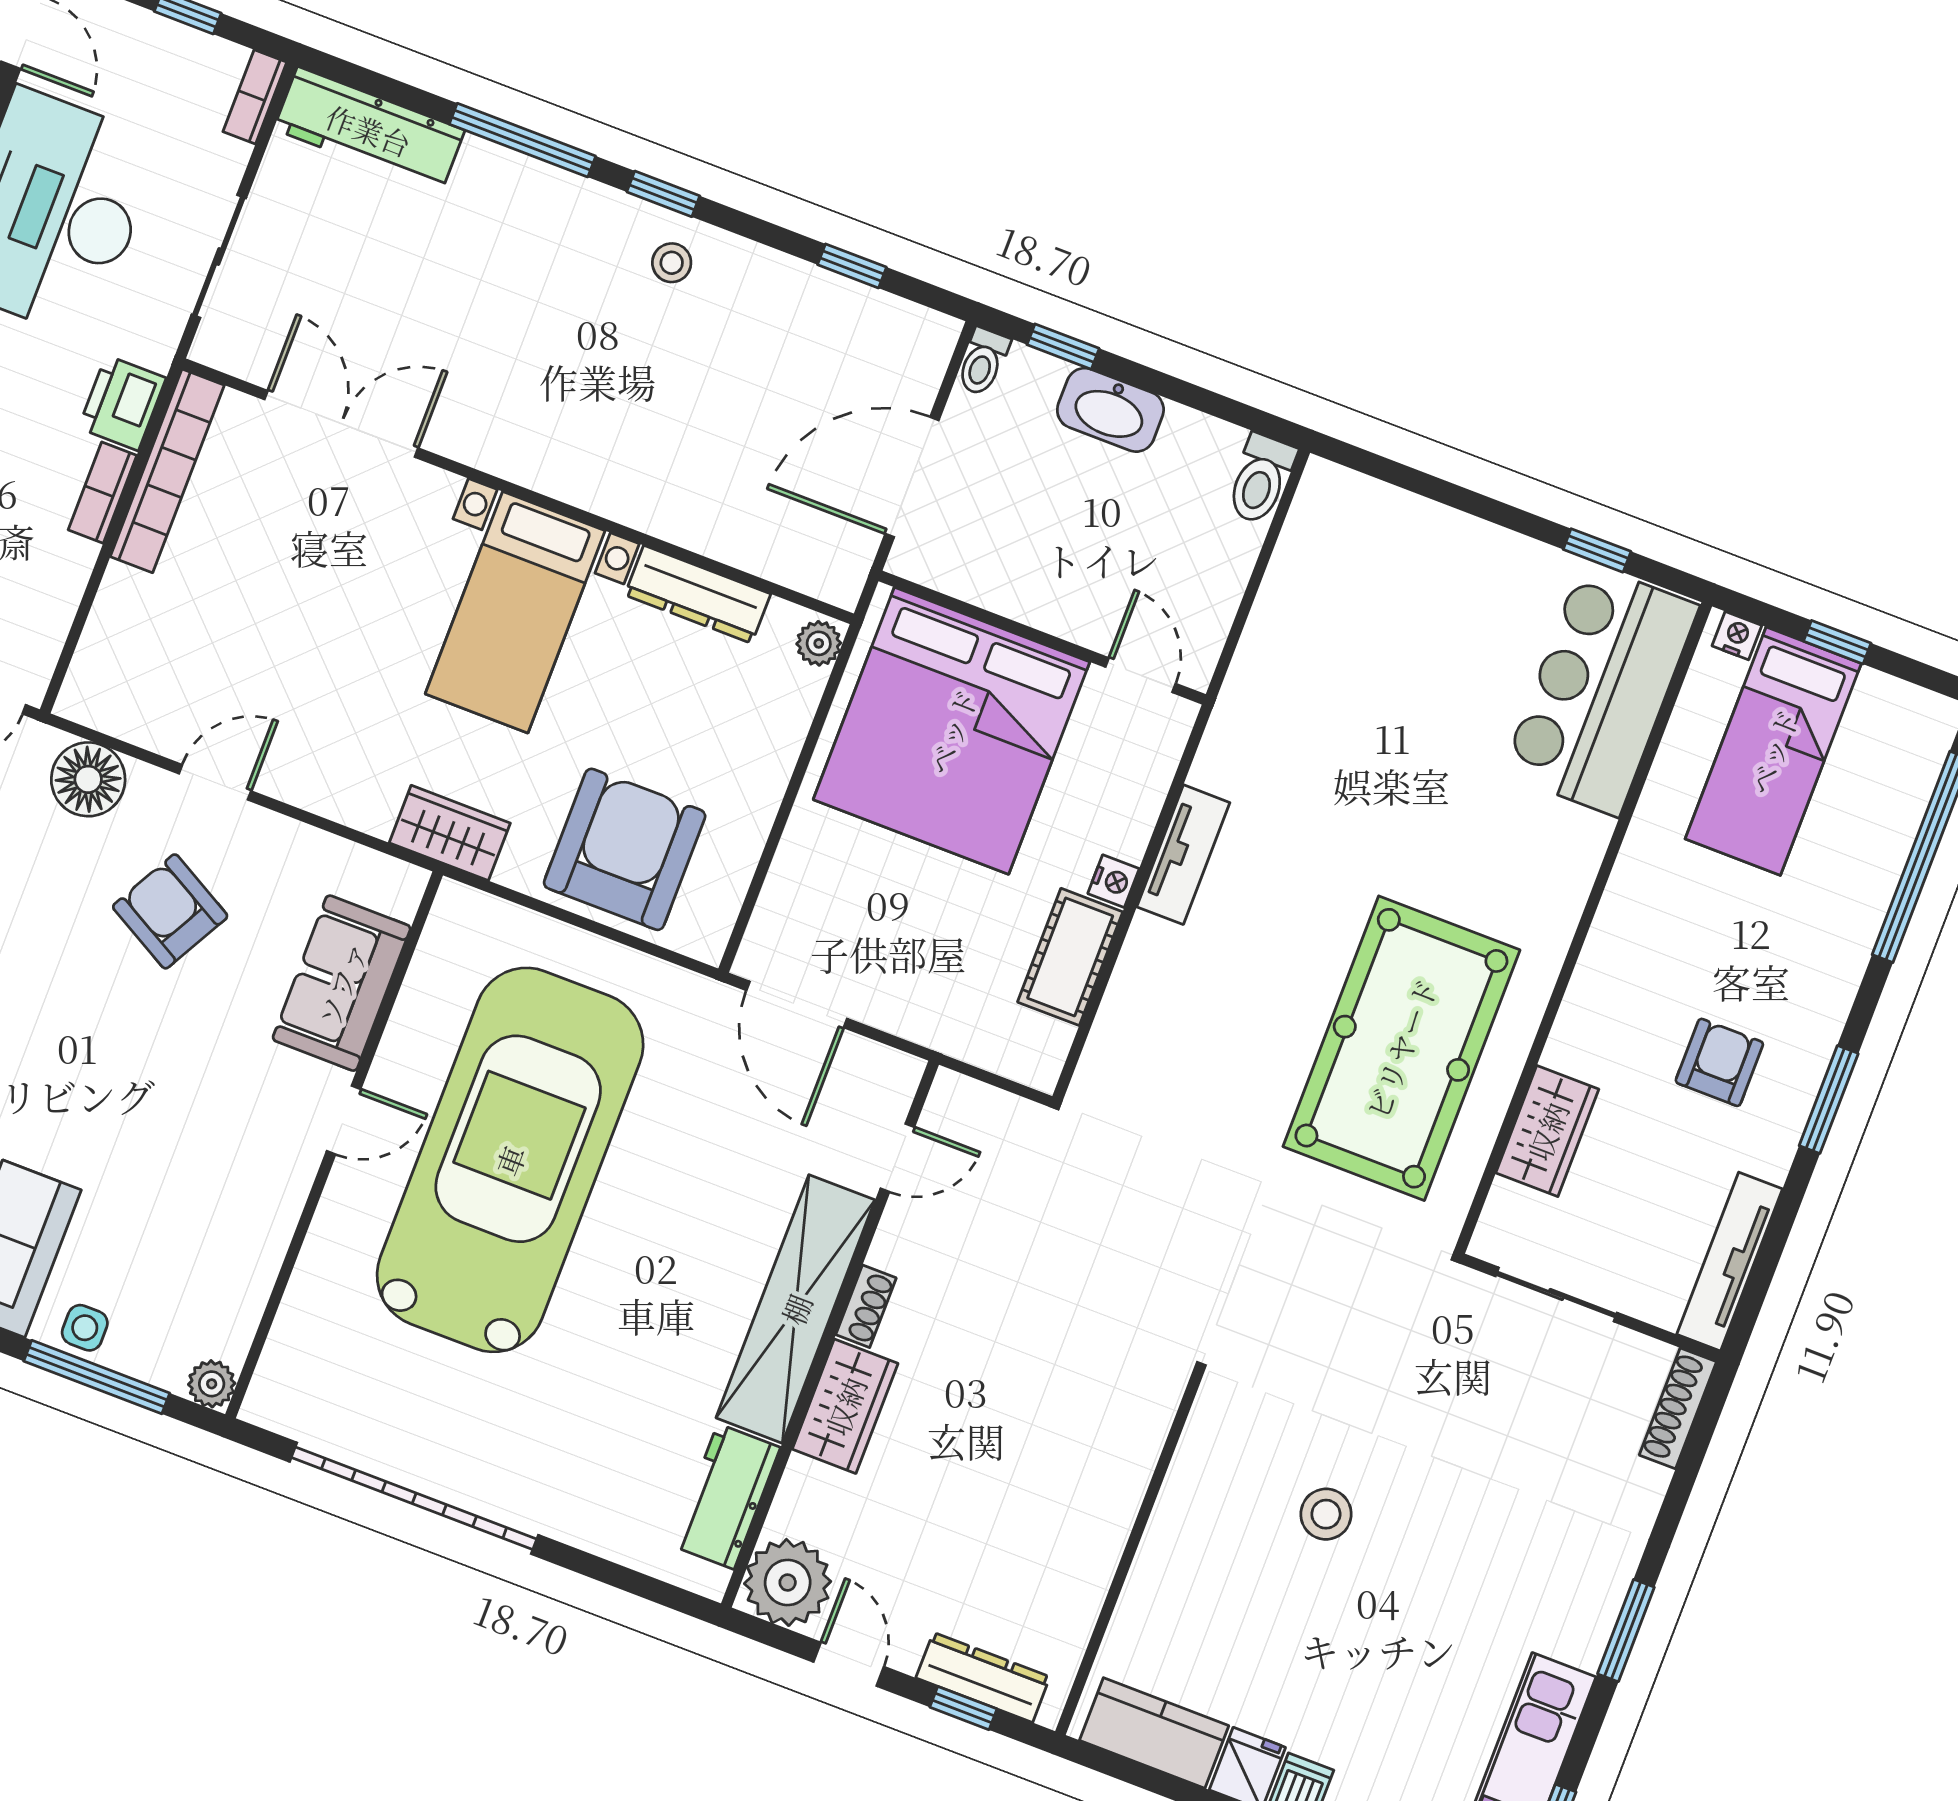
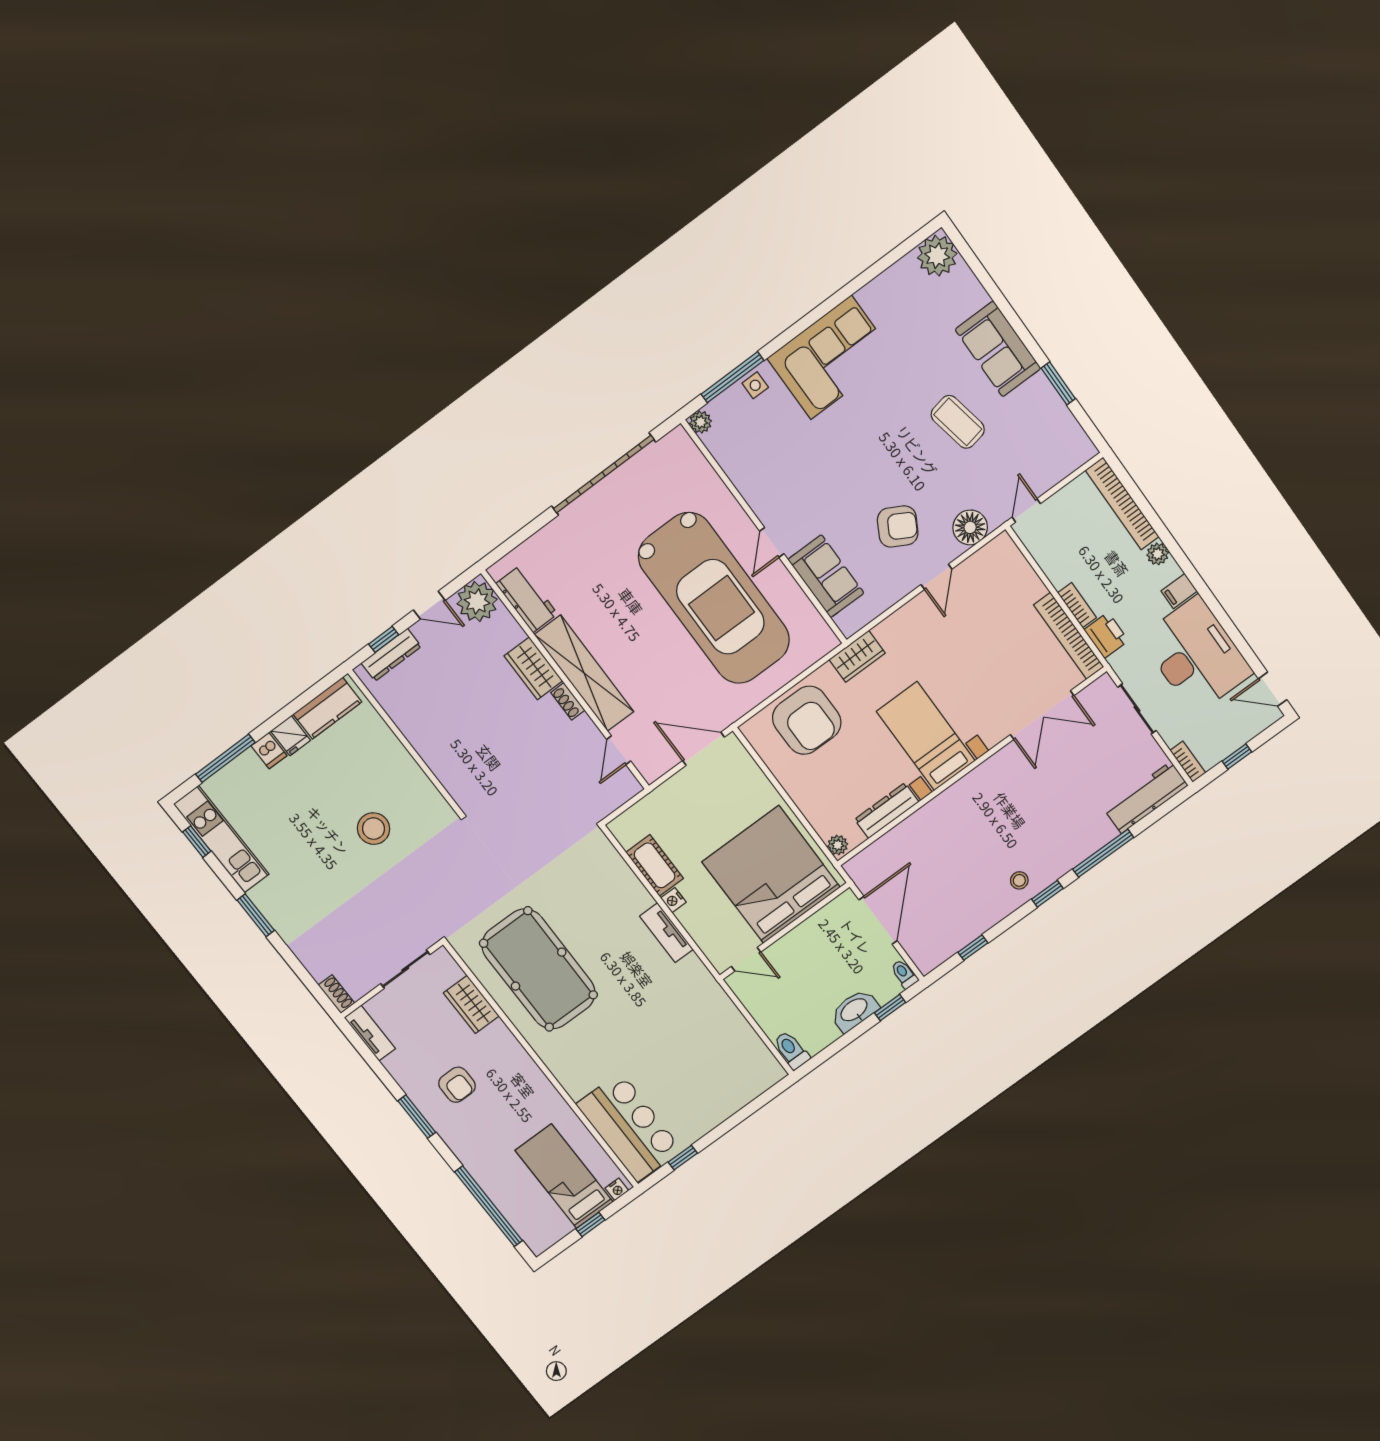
tv unit: (1730, 1262) -> (370, 1033), width x0.71
shoe rack: (1678, 1408) -> (336, 994), width x0.70
stool: (1326, 1514) -> (374, 829), width x1.38, depth x1.38

